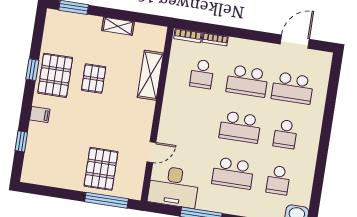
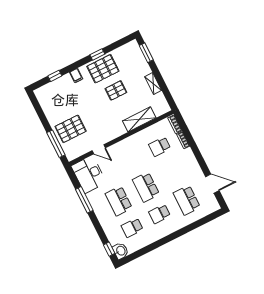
school desk: (247, 81) -> (173, 173), removed

